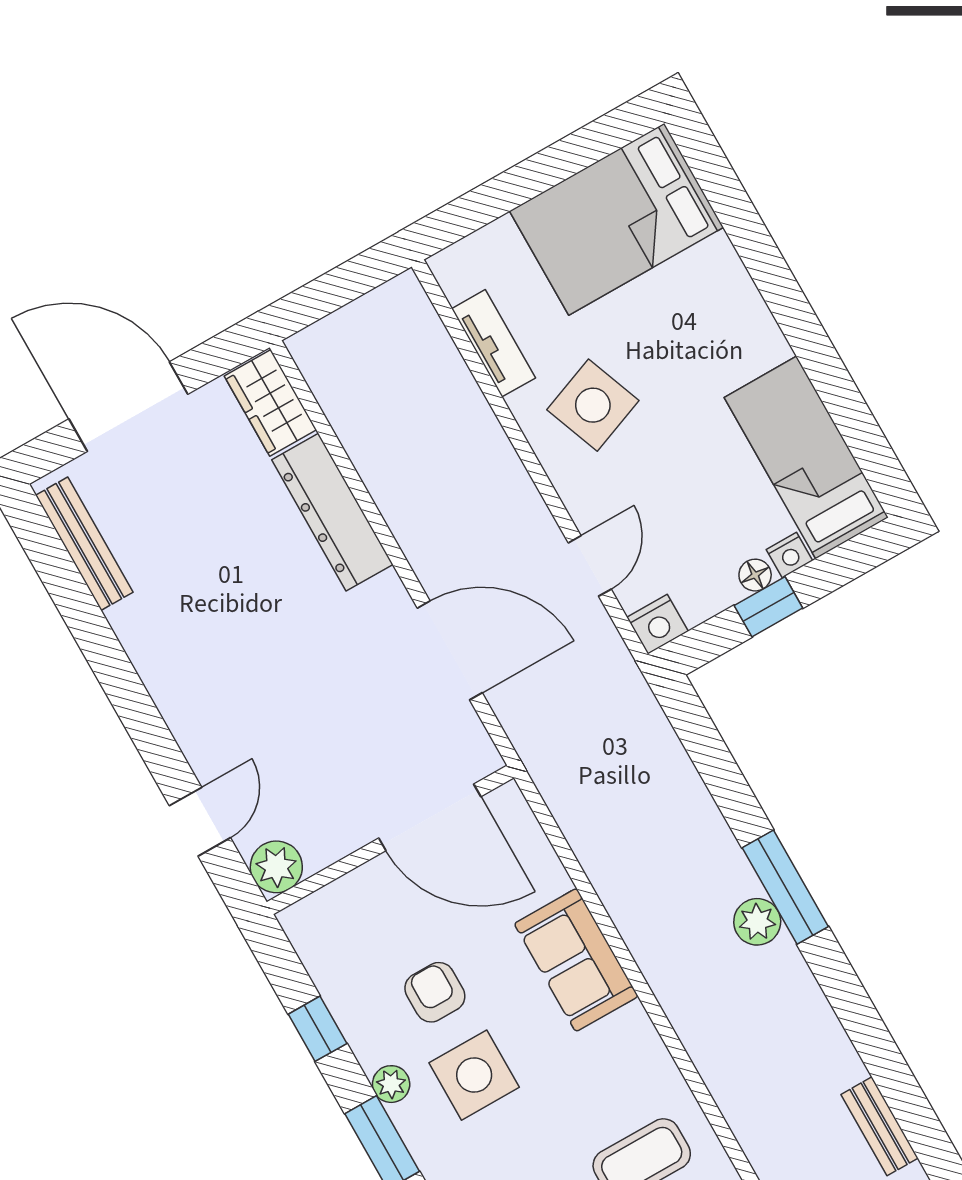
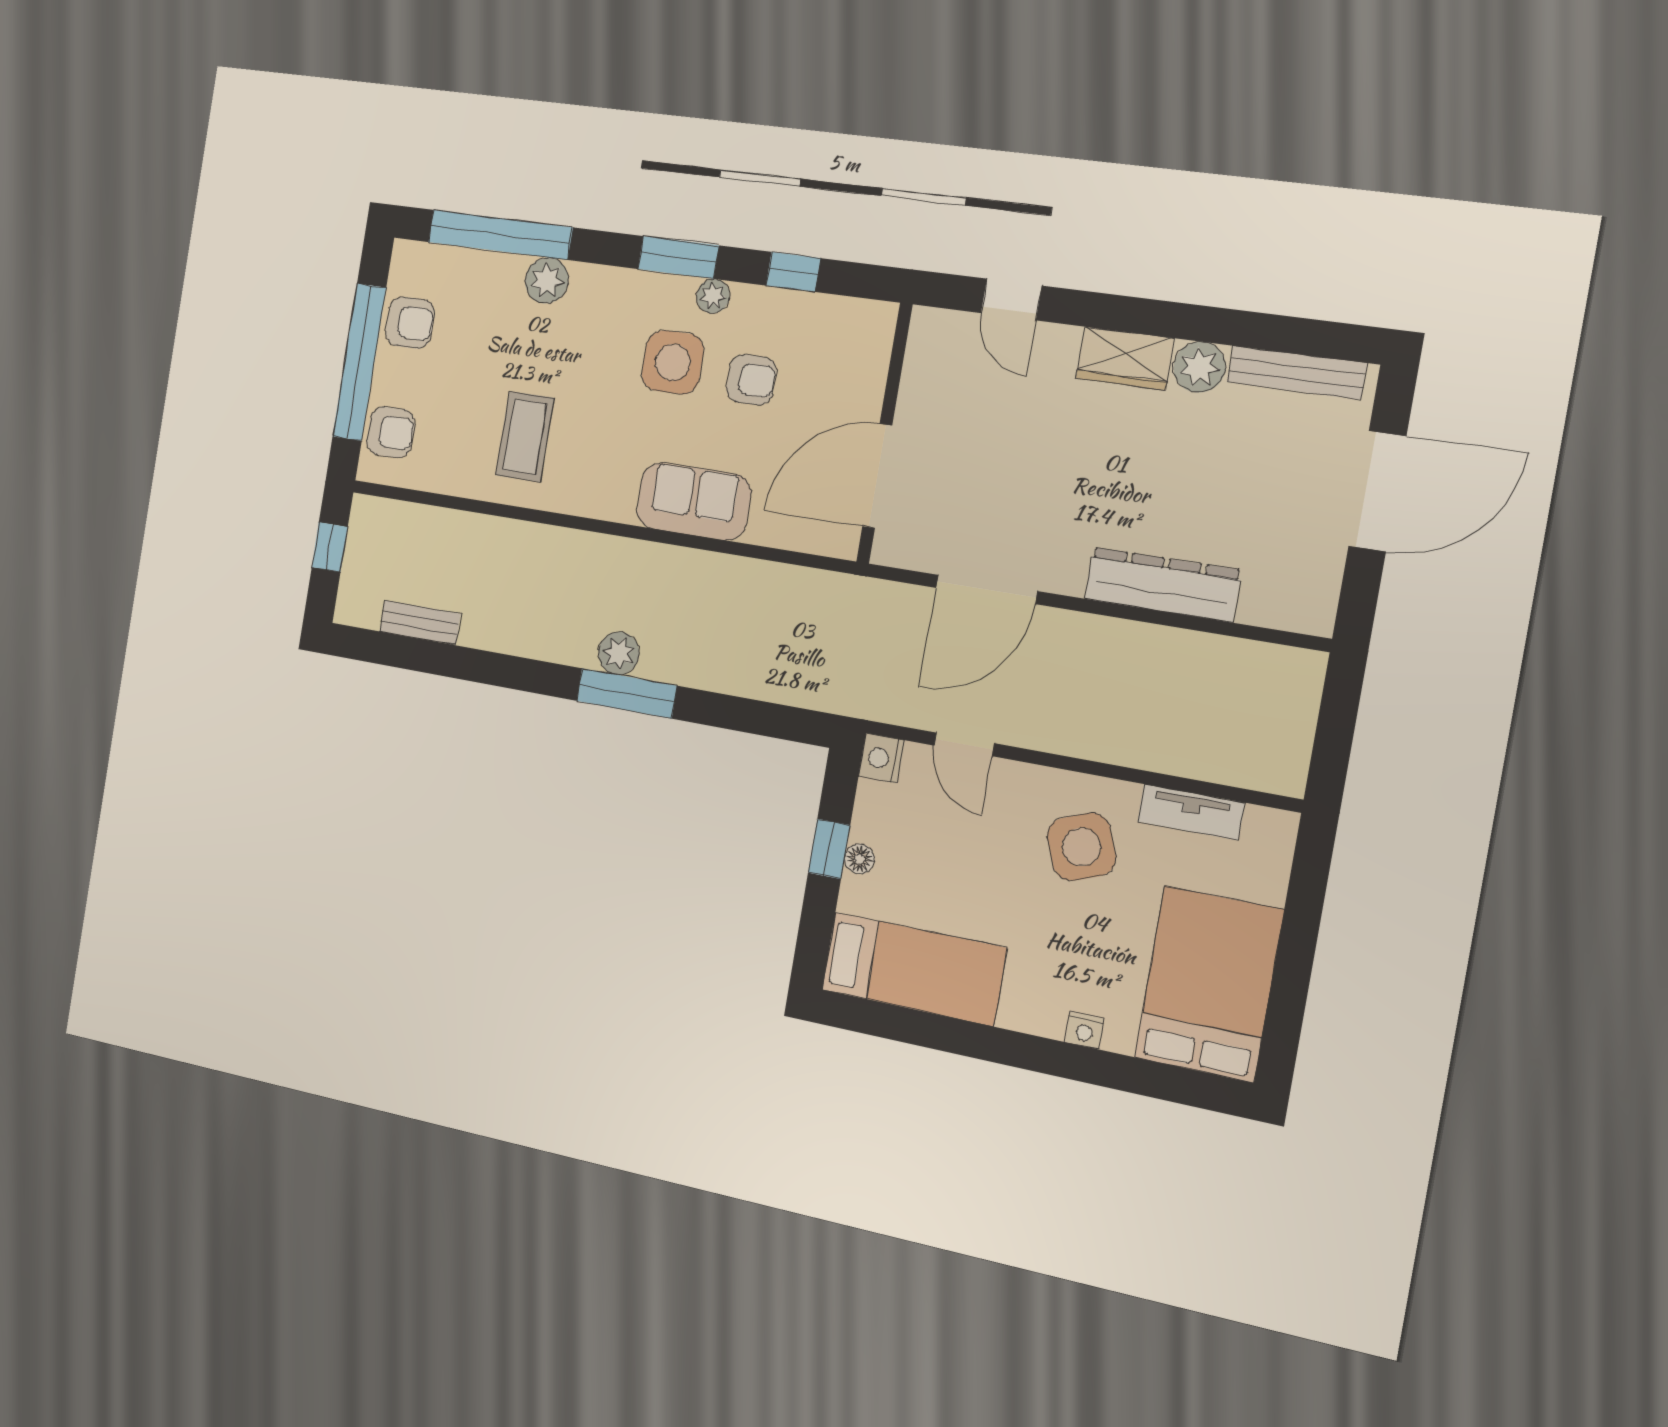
wardrobe: (270, 403) -> (1125, 358), moved, turned 180
nightstand: (789, 555) -> (1084, 1030), moved, turned -90
plant: (276, 867) -> (1199, 367), moved

